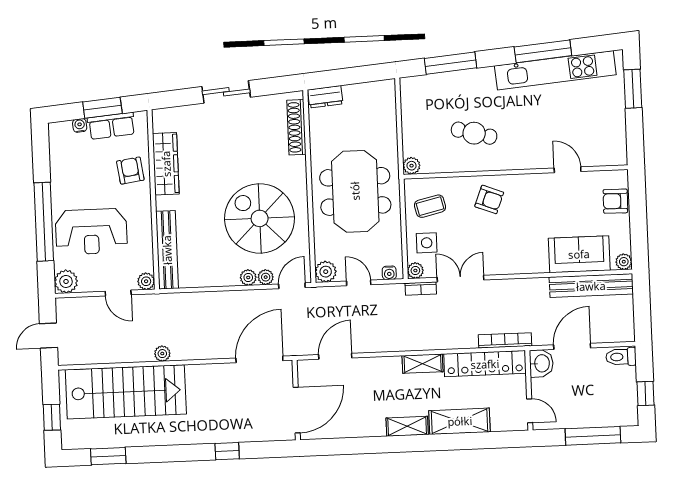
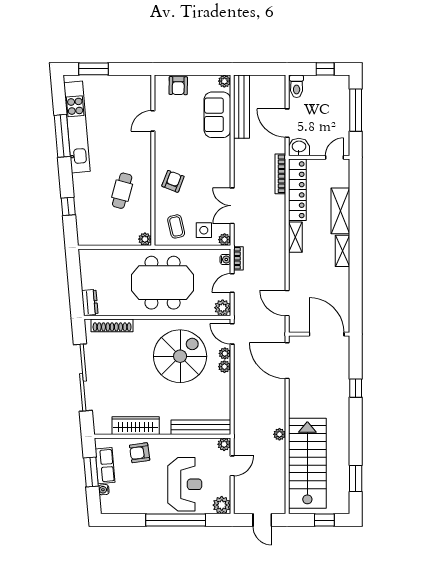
window: (450, 63) -> (68, 206), width x0.46
sliding door: (226, 92) -> (83, 377), width x1.86
spiral stairs: (260, 218) -> (180, 356), turned 180
bookcase: (421, 289) -> (238, 258), moved

